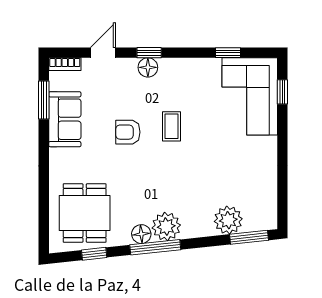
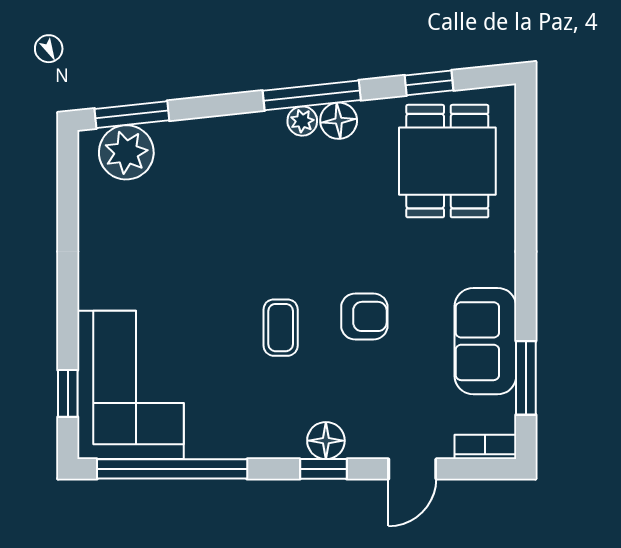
window: (228, 53) -> (172, 469), width x3.17
plant: (228, 220) -> (126, 152), moved
plant: (166, 226) -> (302, 121), width x0.53, depth x0.53

